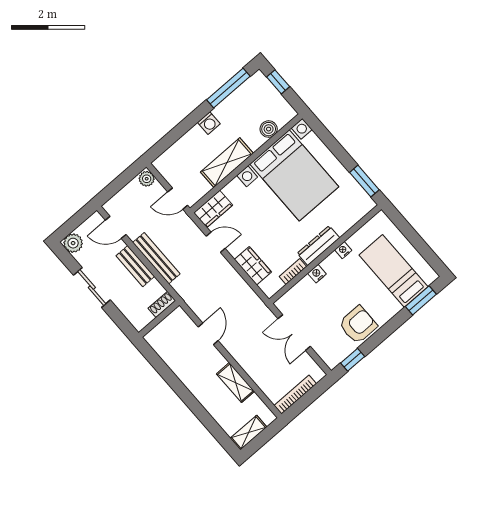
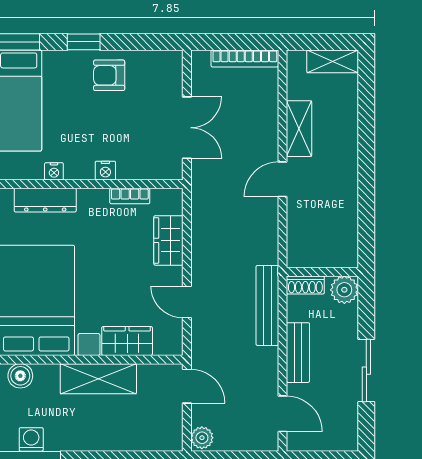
washing machine: (209, 123) -> (31, 439), moved
wardrobe: (213, 209) -> (127, 341), moved
plant: (73, 243) -> (344, 290), moved
dresser: (318, 246) -> (45, 200), moved
bench: (156, 258) -> (267, 305), moved
armchair: (358, 325) -> (109, 75), width x0.72, depth x0.72
door: (208, 334) -> (283, 179), moved
window: (353, 360) -> (84, 42), moved

